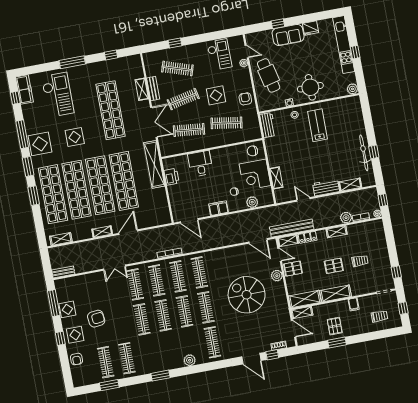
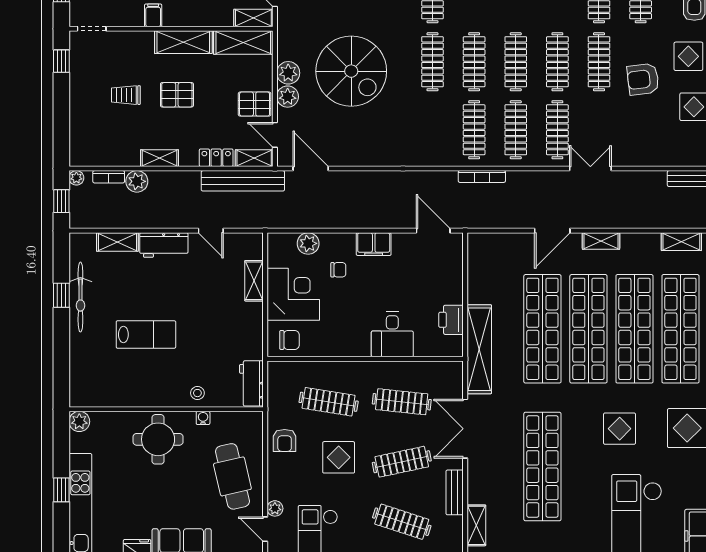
shelving: (142, 89) -> (476, 525), moved
lab bench: (317, 125) -> (146, 334), moved, turned -90
clothes rail: (199, 272) -> (599, 62), moved
plant: (279, 288) -> (288, 73), added

